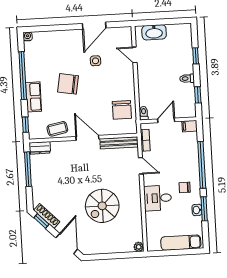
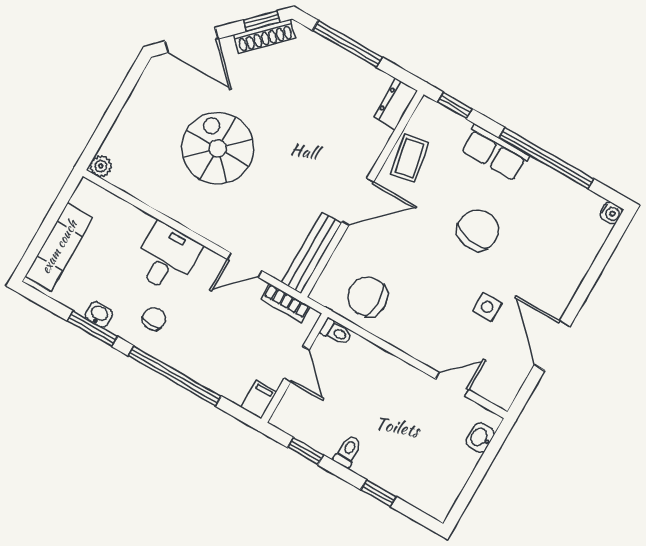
washbasin: (154, 32) -> (480, 438), width x0.52, depth x0.69
window: (28, 169) -> (347, 44), moved

